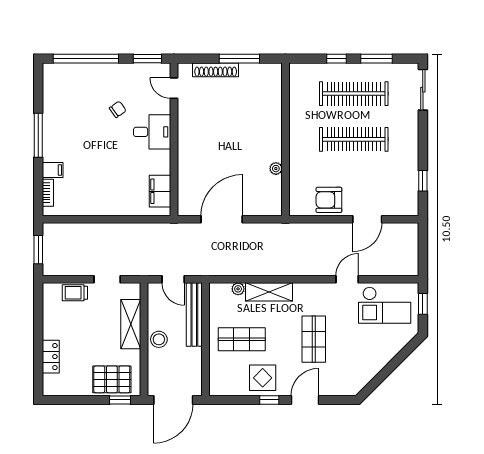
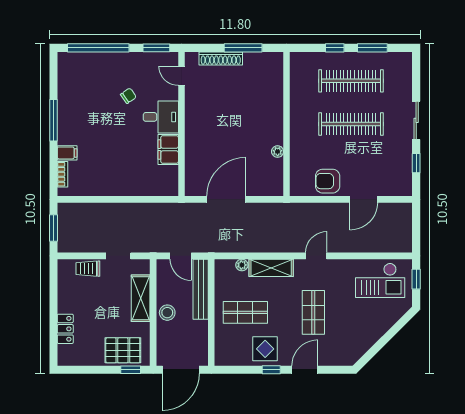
sliding door: (423, 90) -> (416, 120), moved
filing cabinet: (160, 191) -> (168, 149), moved
door: (347, 279) -> (316, 256), moved

